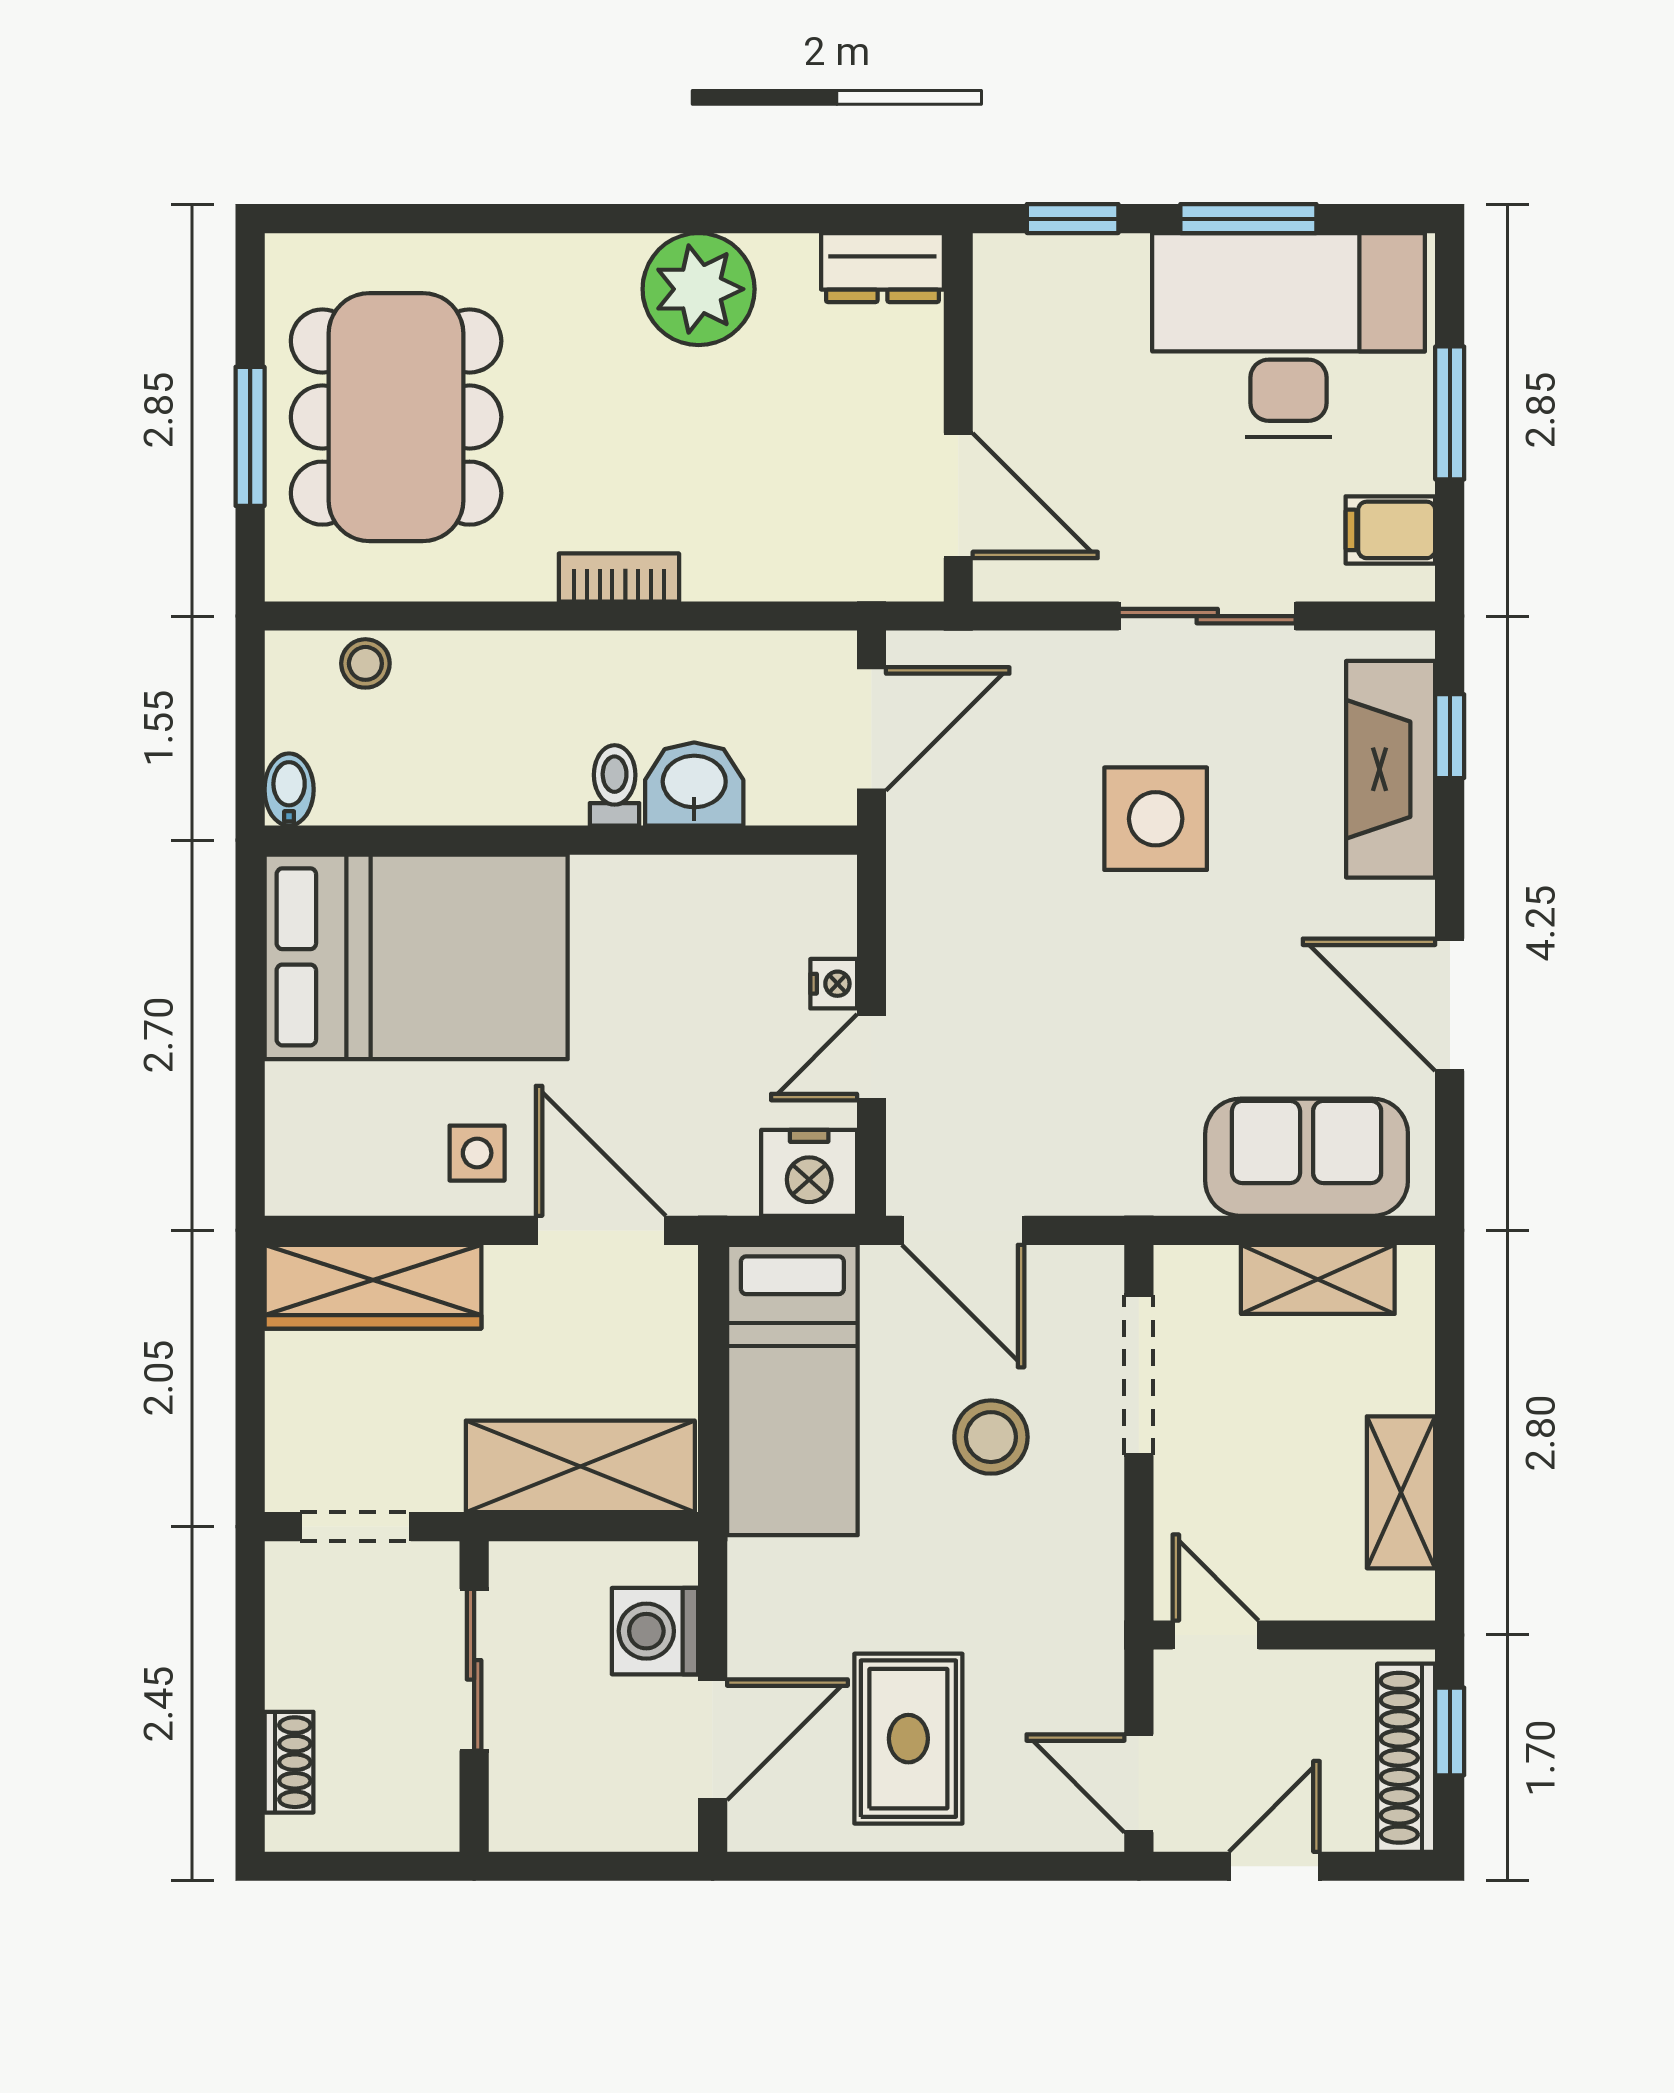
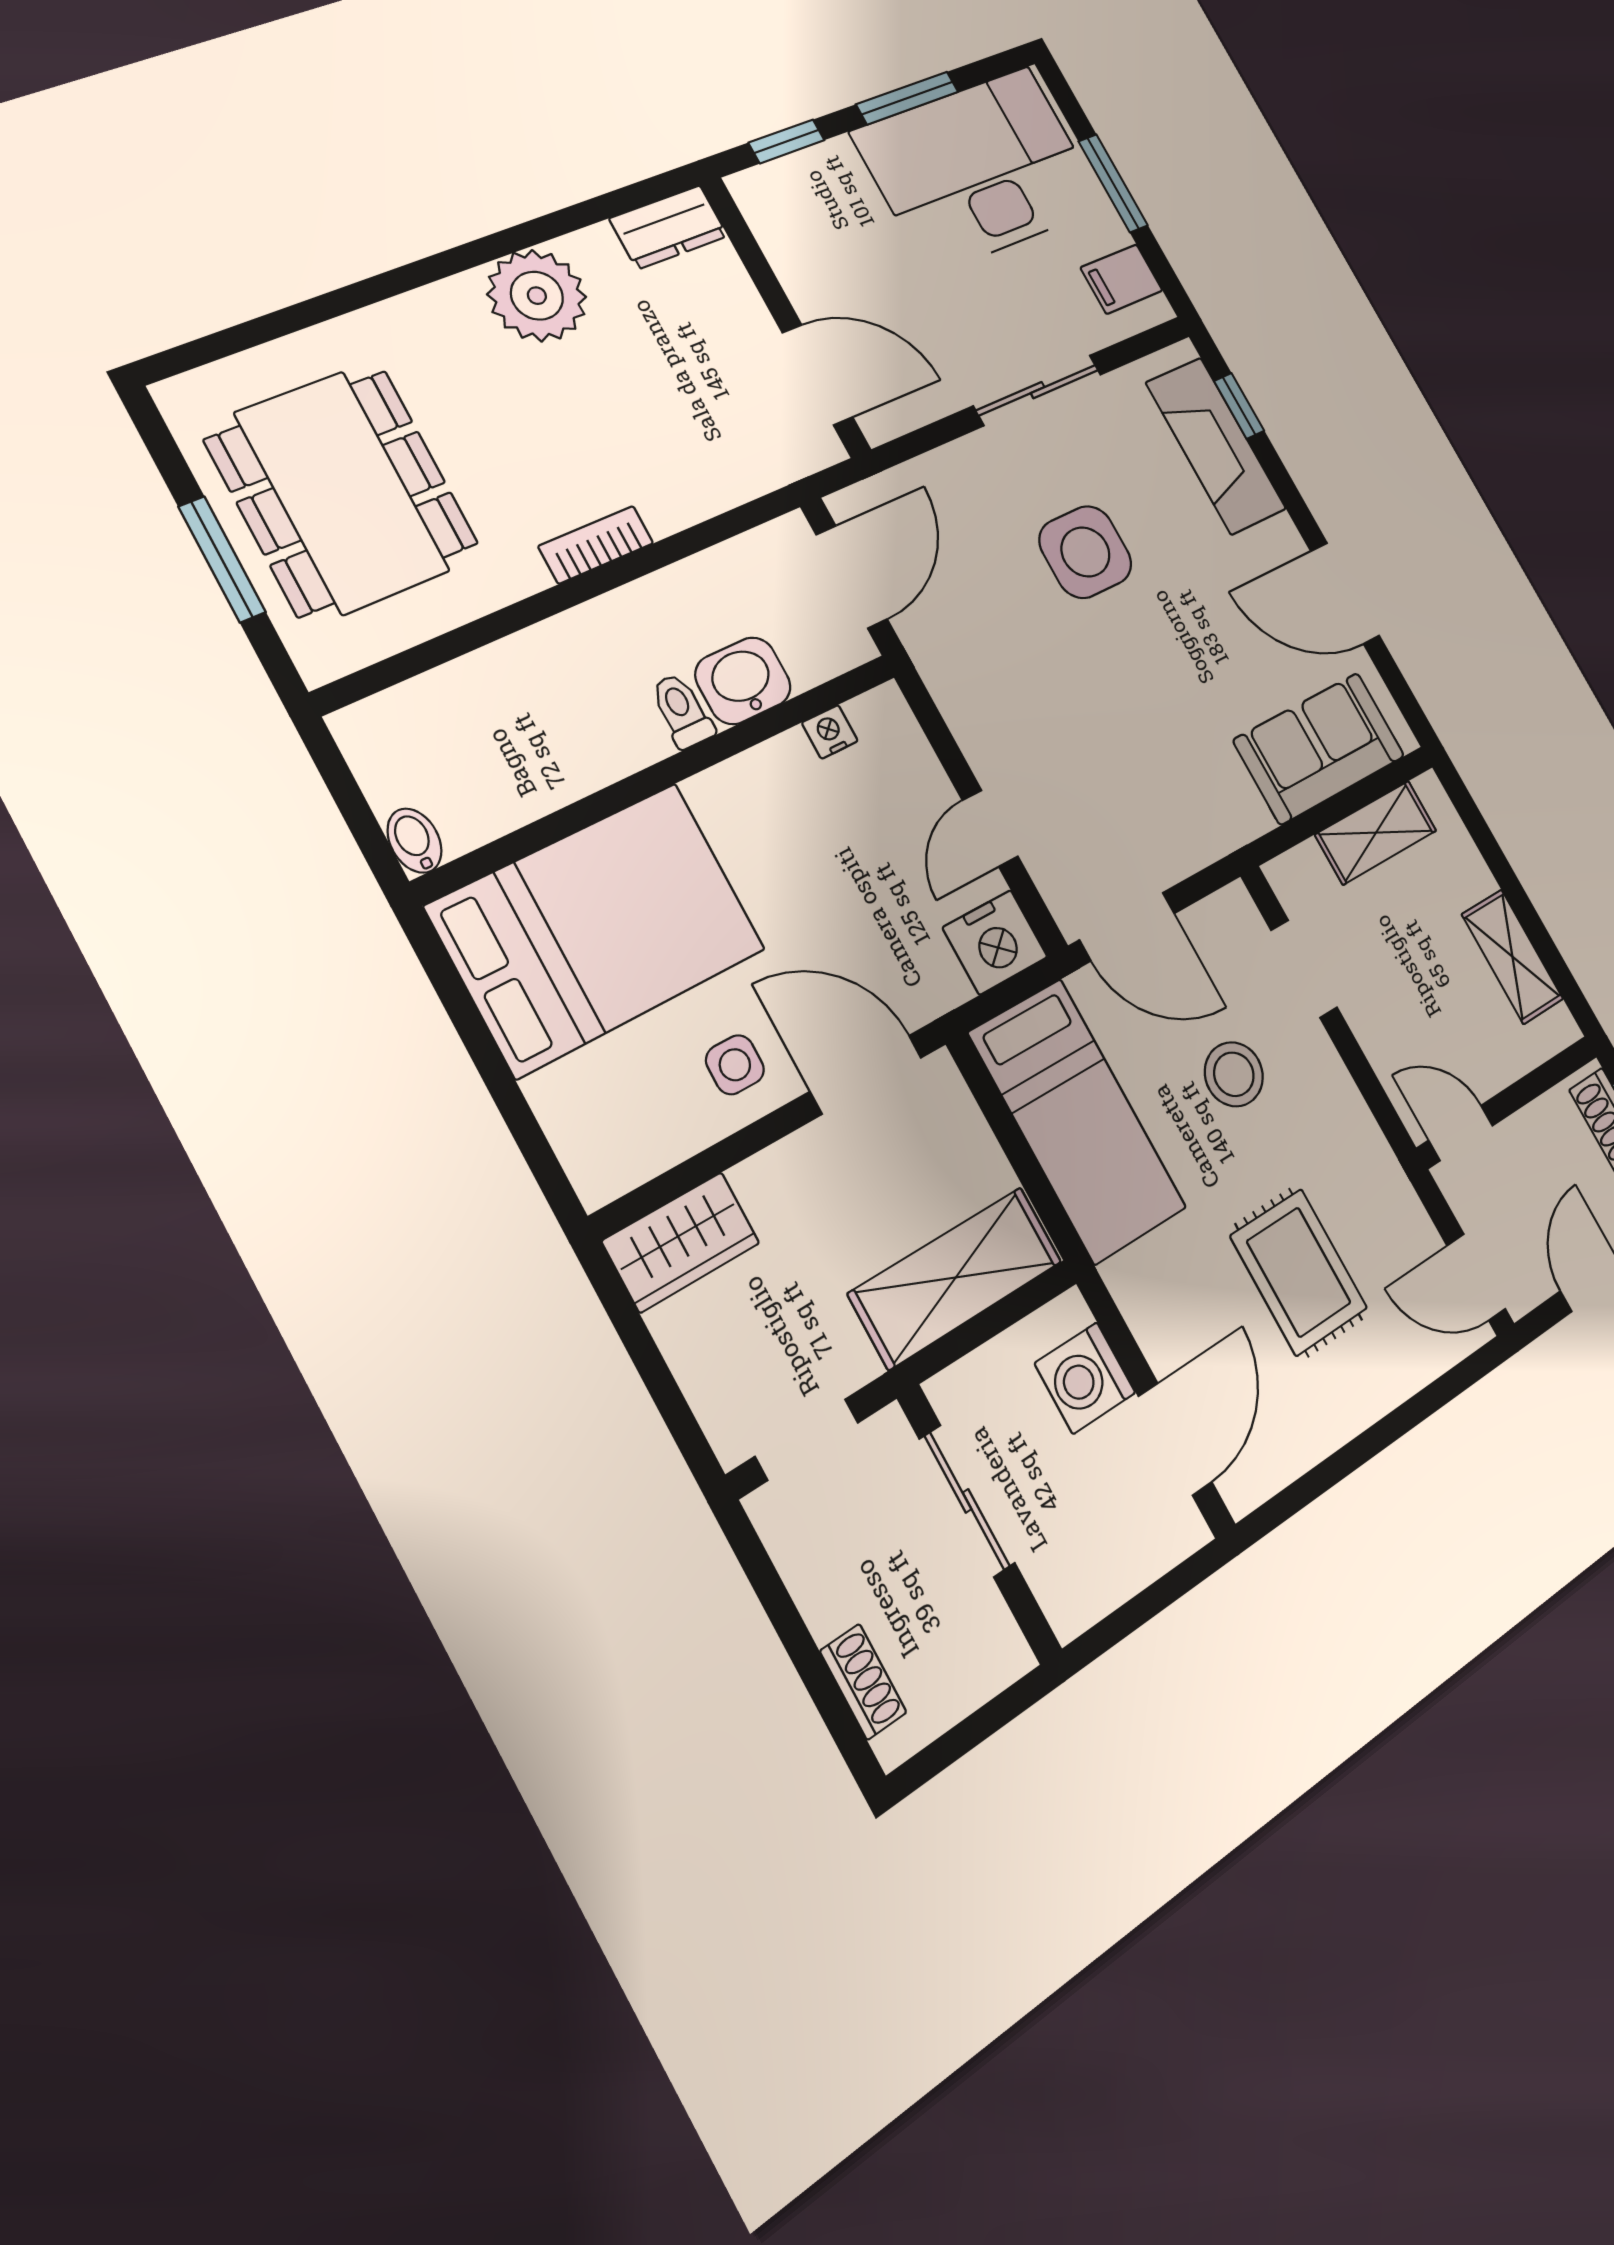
stool: (365, 663) -> (424, 705), removed
nightstand: (834, 984) -> (830, 732), moved, turned -90
wardrobe: (373, 1287) -> (681, 1242), width x0.67
doorway: (1139, 1375) -> (1304, 969), width x0.73
rug: (908, 1739) -> (1299, 1272), moved

